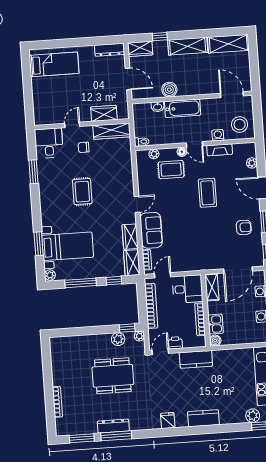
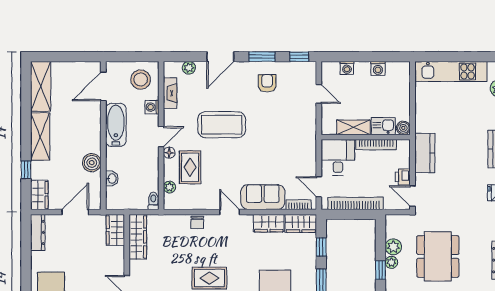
bathtub: (183, 108) -> (116, 125), moved
wardrobe: (104, 113) -> (115, 230), moved
chair: (84, 147) -> (197, 222), moved
fireplace: (220, 150) -> (170, 93), moved
coffee table: (207, 193) -> (222, 125), width x1.36, depth x1.32
door: (238, 270) -> (319, 94), width x0.53
shelving: (212, 287) -> (353, 127), moved
window: (127, 328) -> (381, 270), moved
plant: (139, 336) -> (391, 262), moved

